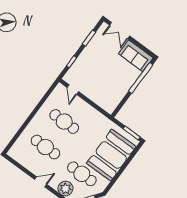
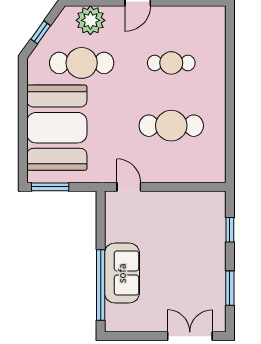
sofa: (136, 56) -> (122, 273), moved, turned 90
door: (73, 90) -> (129, 187), moved
cafe table: (45, 147) -> (171, 63), width x0.73, depth x0.74

